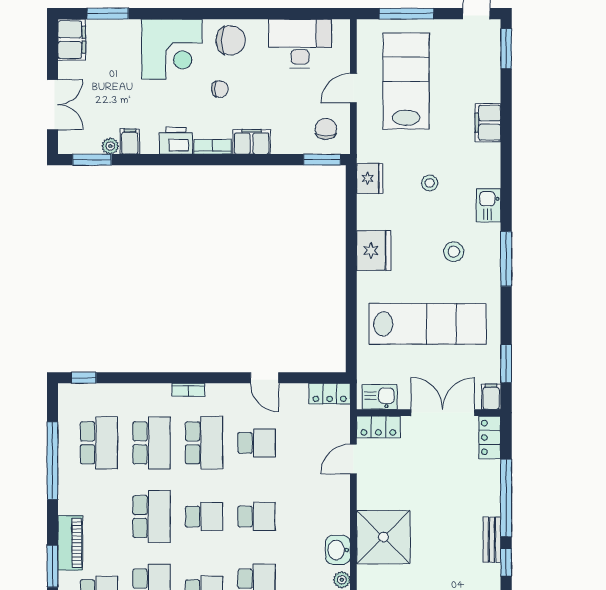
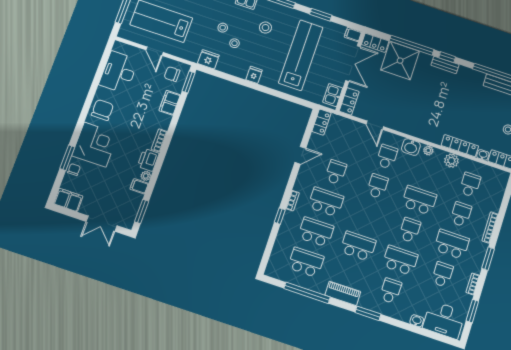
window: (108, 14) -> (67, 158), moved
chair: (220, 89) -> (74, 170), moved
double door: (52, 105) -> (102, 224), swing flipped
filing cabinet: (252, 142) -> (170, 103), moved
plant: (110, 146) -> (146, 176), moved
stool: (410, 211) -> (234, 43), added
fridge: (374, 251) -> (254, 75), width x0.53, depth x0.75
window: (506, 364) -> (321, 15), moved
window: (84, 378) -> (280, 216), moved
double door: (443, 413) -> (353, 64), swing flipped
door: (353, 459) -> (375, 125), moved
school desk: (204, 517) -> (387, 157), moved
shower: (383, 537) -> (400, 61), moved
bench: (492, 540) -> (445, 65), moved
piano: (70, 543) -> (343, 293), moved

